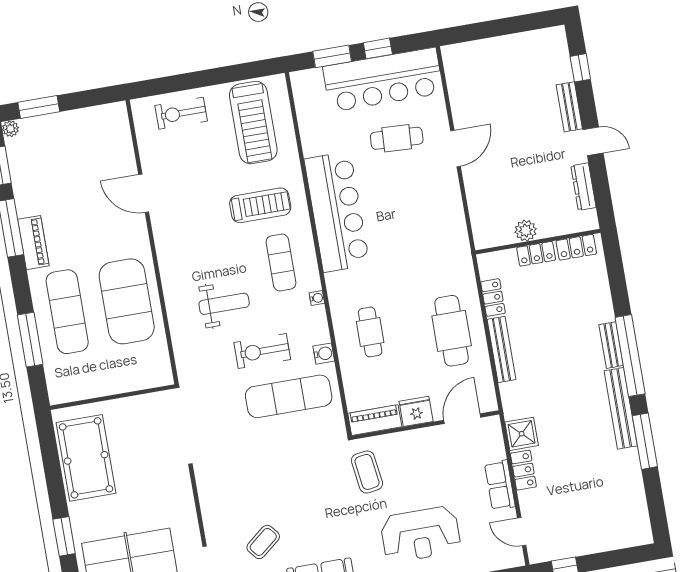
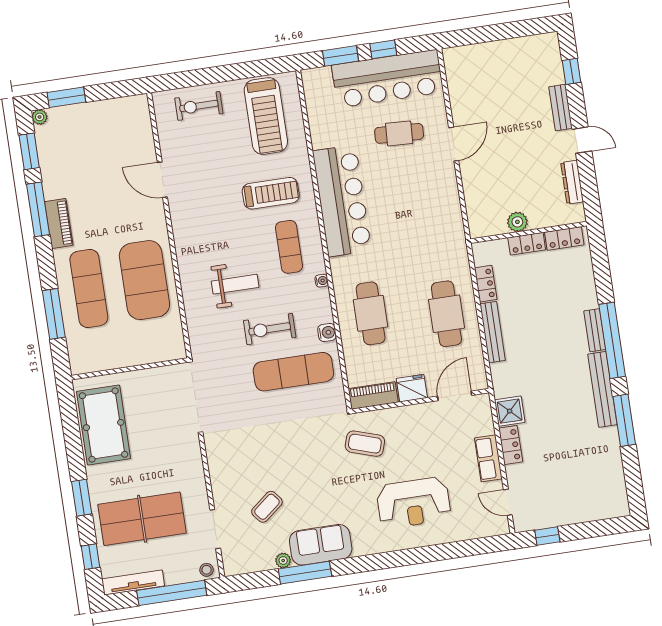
cafe table: (370, 332) -> (371, 313), width x1.37, depth x1.35
coffee table: (367, 472) -> (365, 444), turned -64

